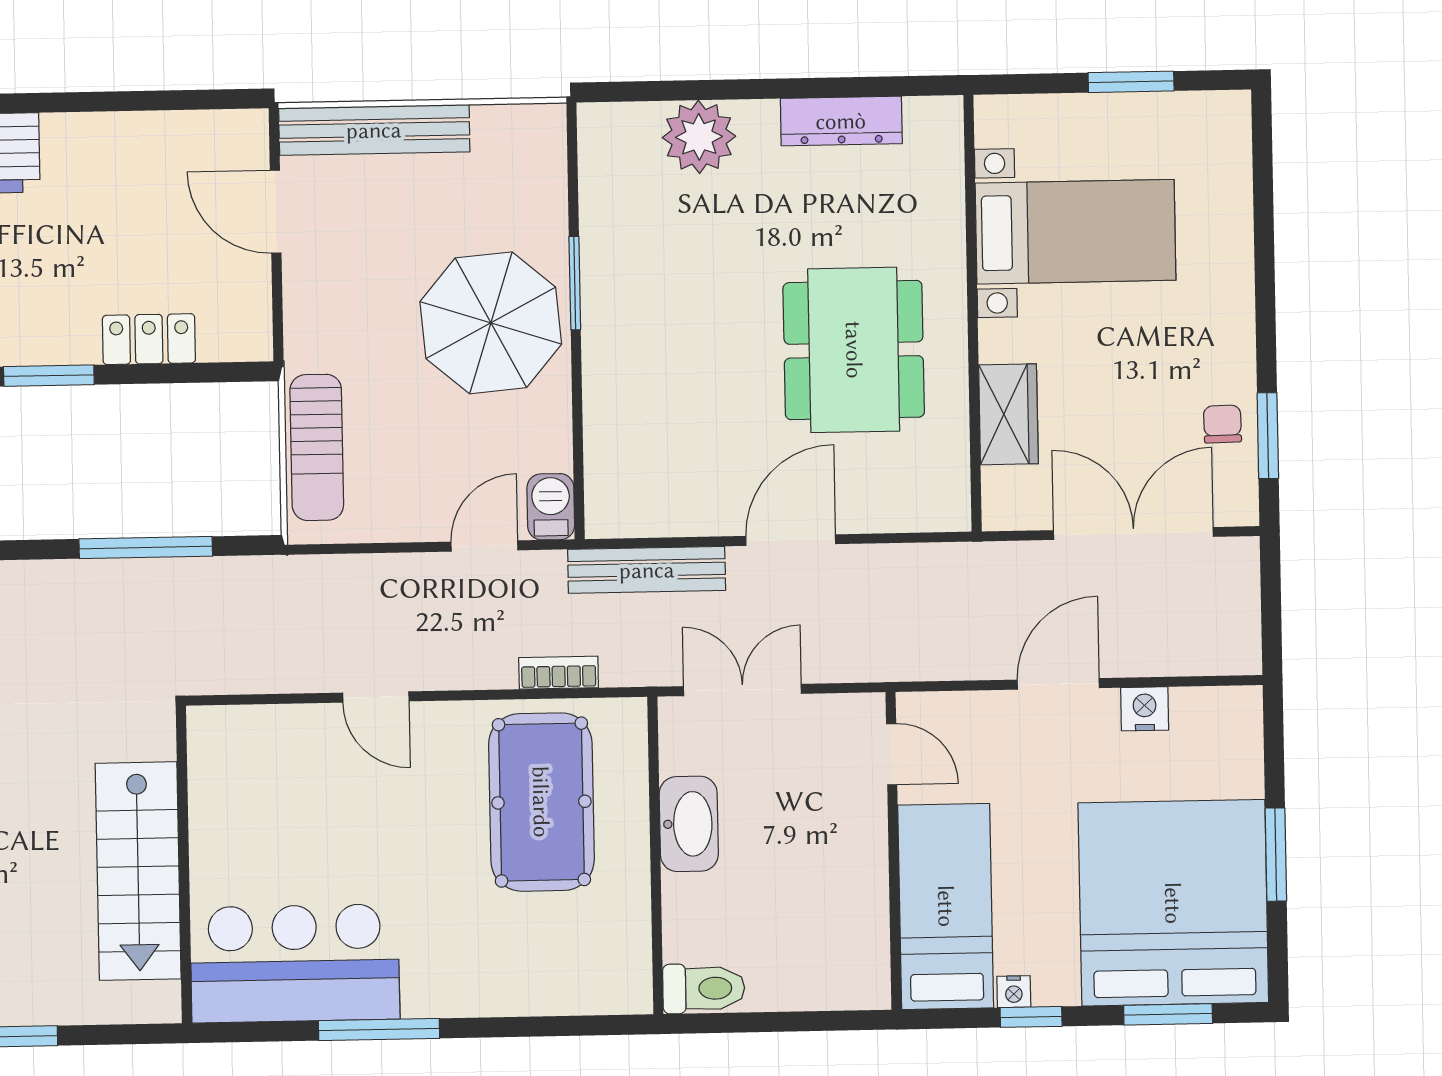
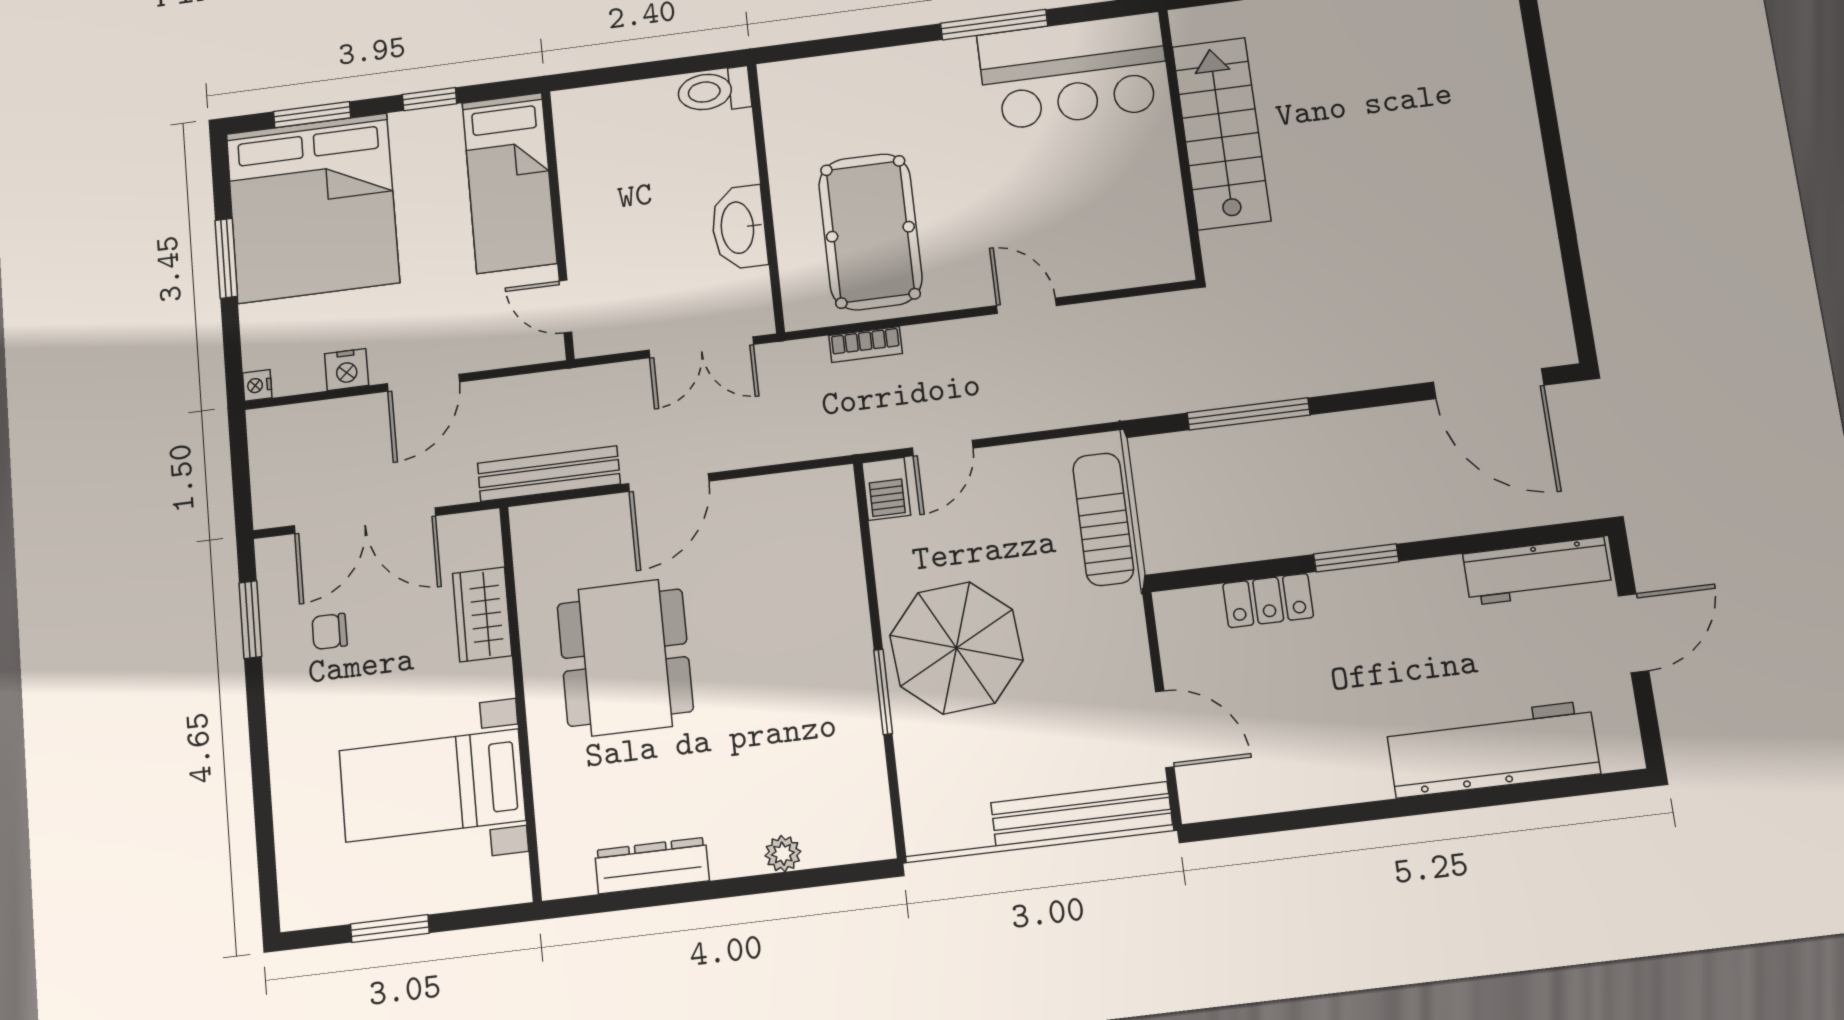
plant: (699, 137) -> (783, 854), width x0.53, depth x0.53
chair: (1222, 424) -> (330, 631), moved, turned 91
bench: (647, 570) -> (549, 474), moved
nightstand: (1014, 992) -> (257, 385), moved, turned -90

